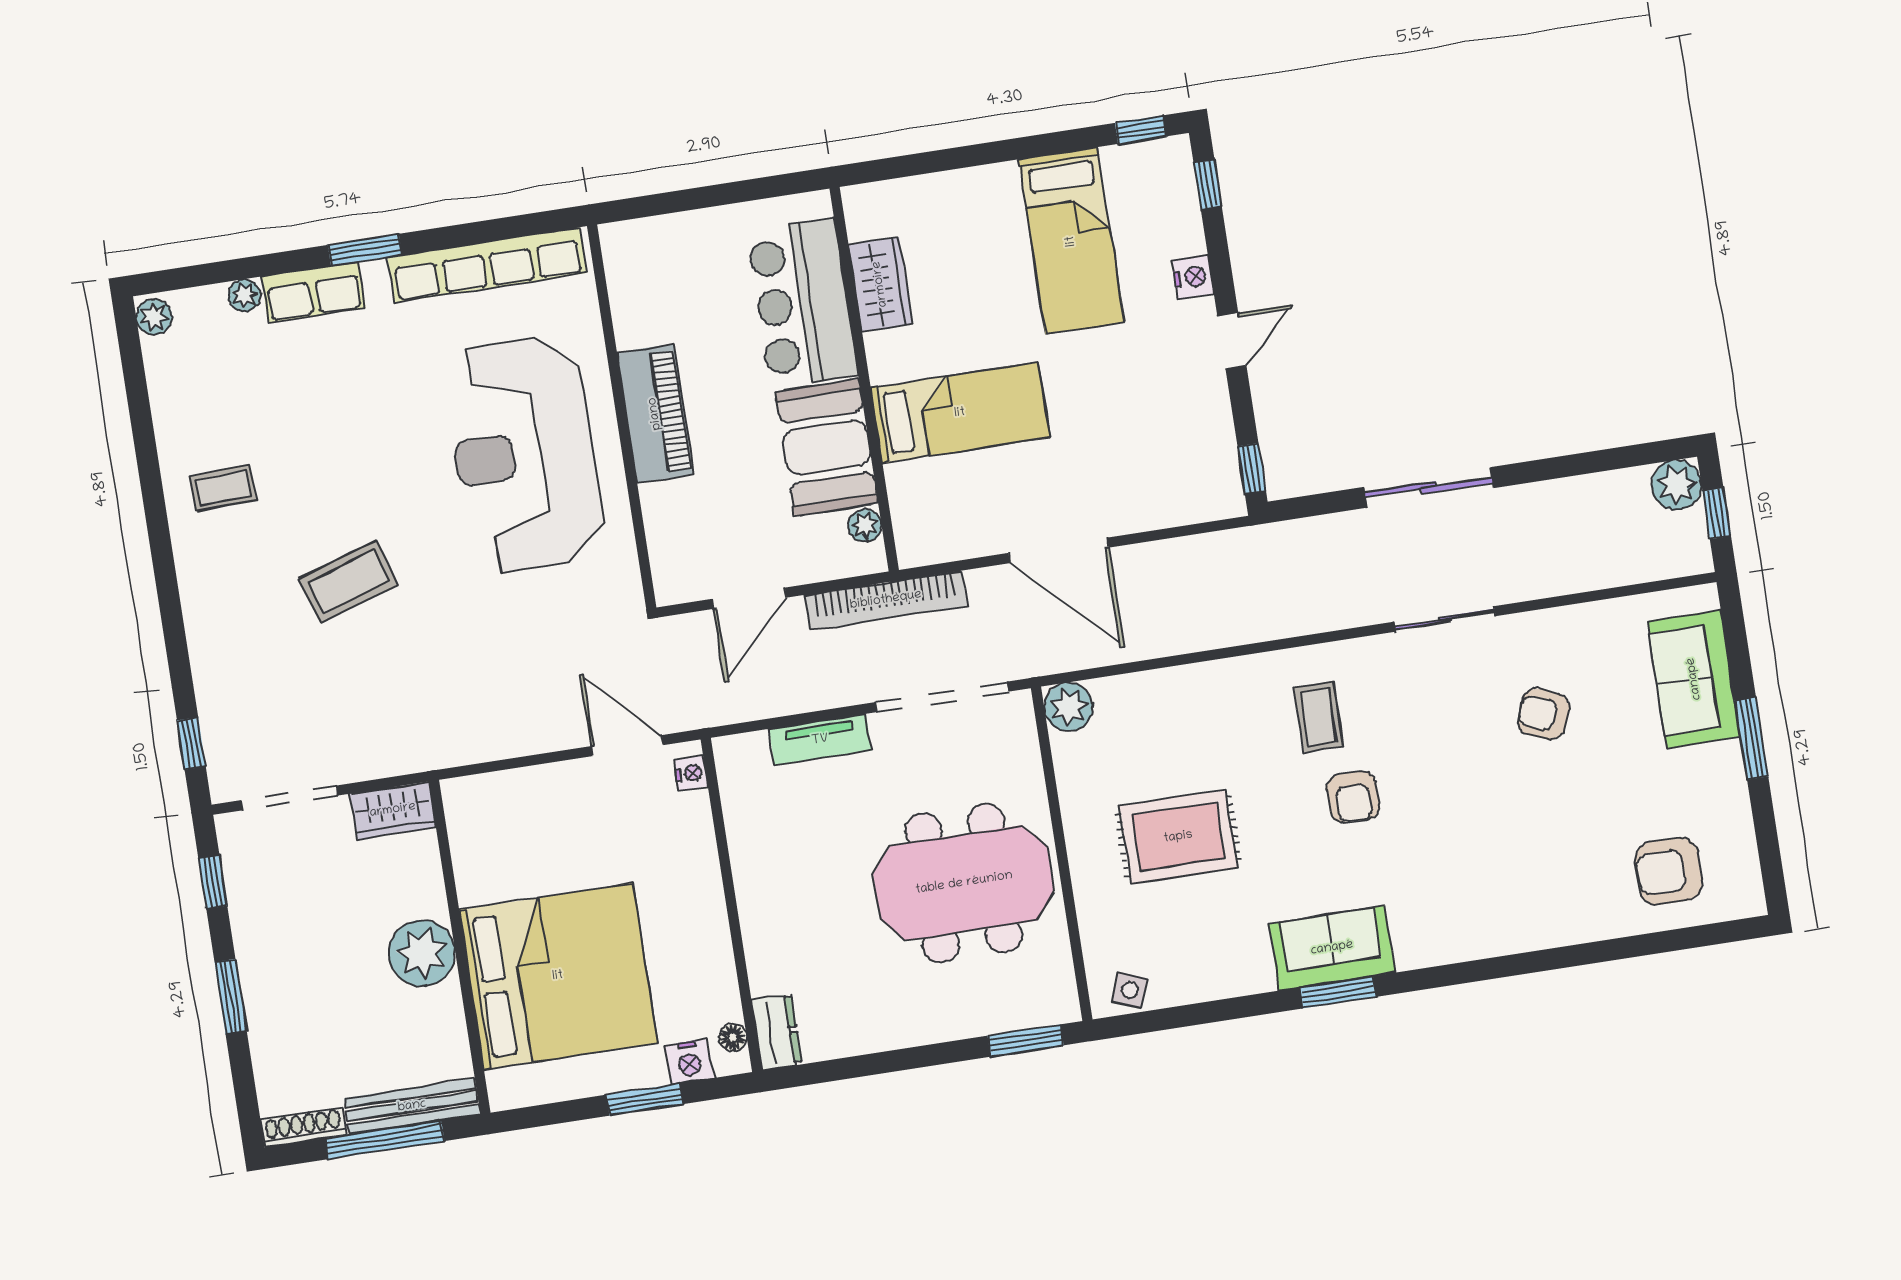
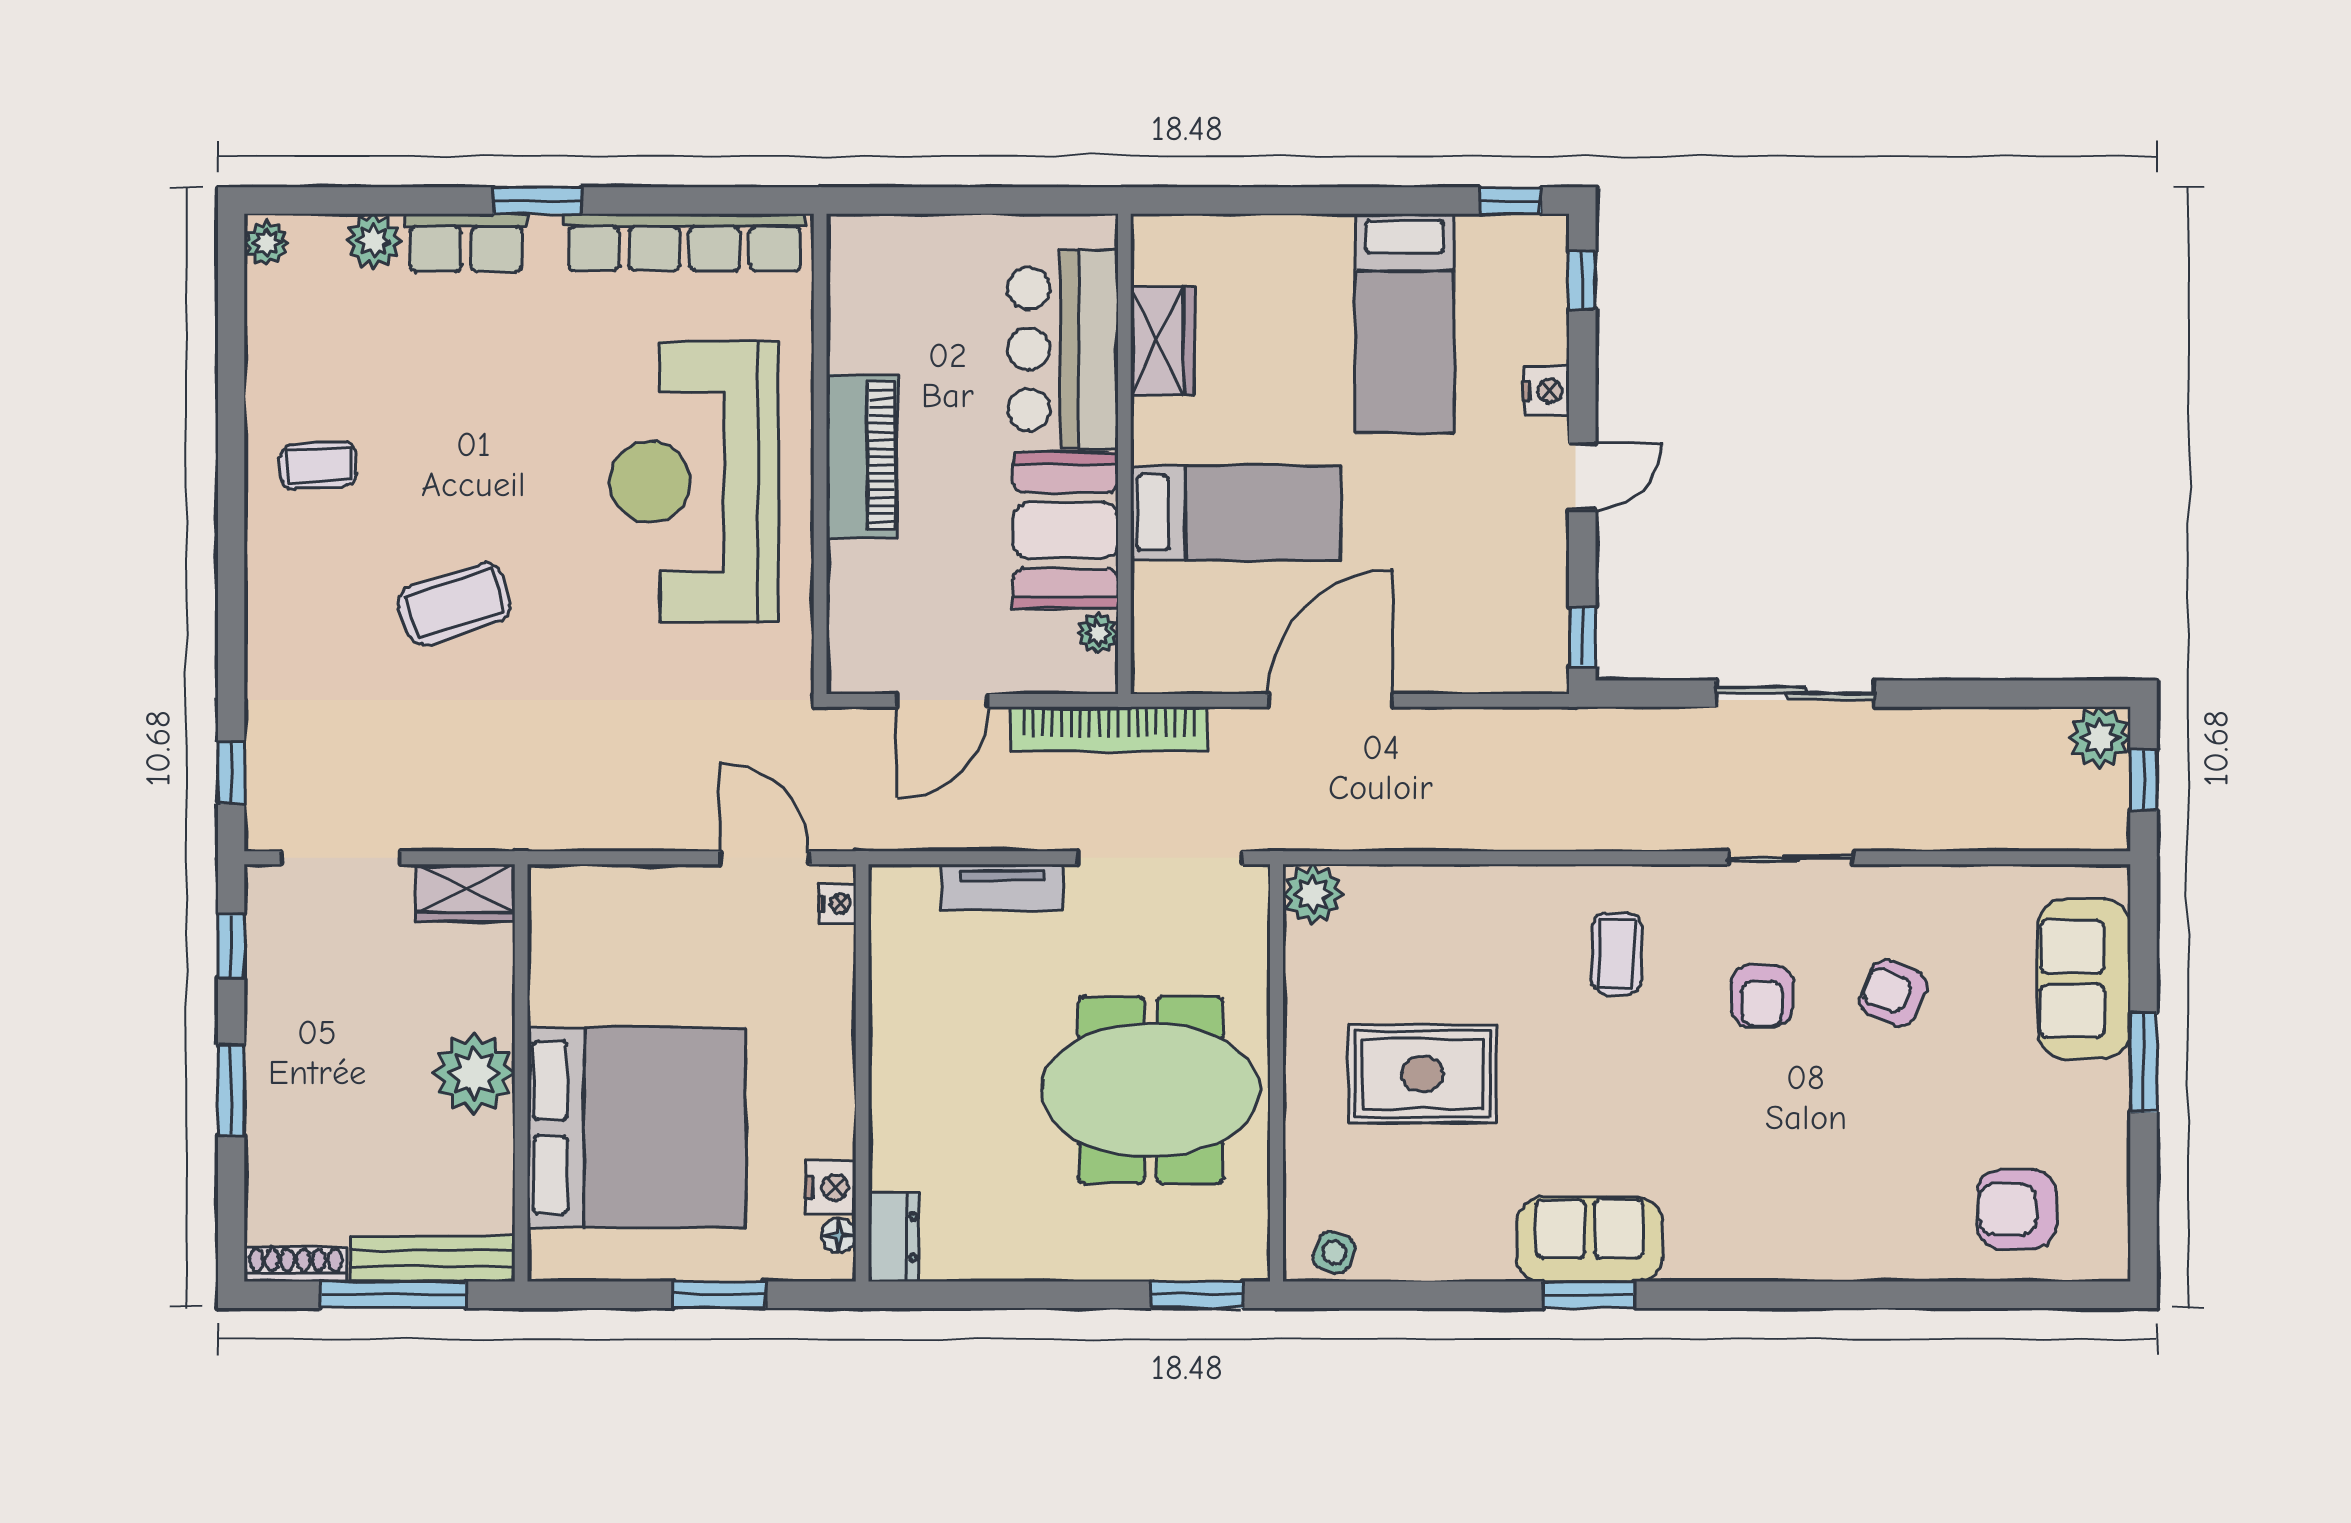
plant: (244, 295) -> (374, 241), width x1.38, depth x1.38
door: (1059, 550) -> (1330, 700), swing flipped
armchair: (1353, 797) -> (1762, 996), moved
nightstand: (689, 1062) -> (831, 1187), moved, turned -90

